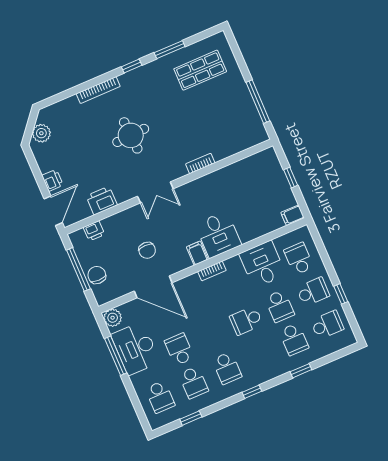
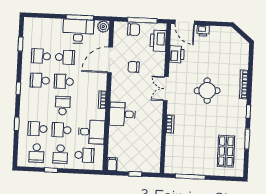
plant: (41, 133) -> (235, 38), removed
printer: (94, 231) -> (158, 41), width x1.87, depth x1.48
filing cabinet: (197, 253) -> (117, 96), removed
school desk: (160, 397) -> (64, 81), moved

